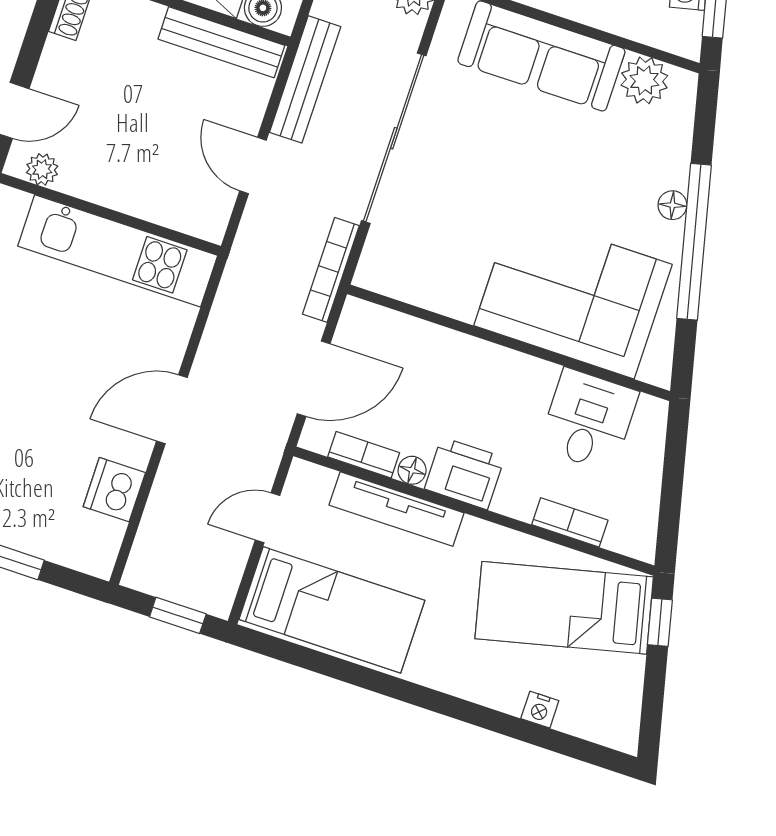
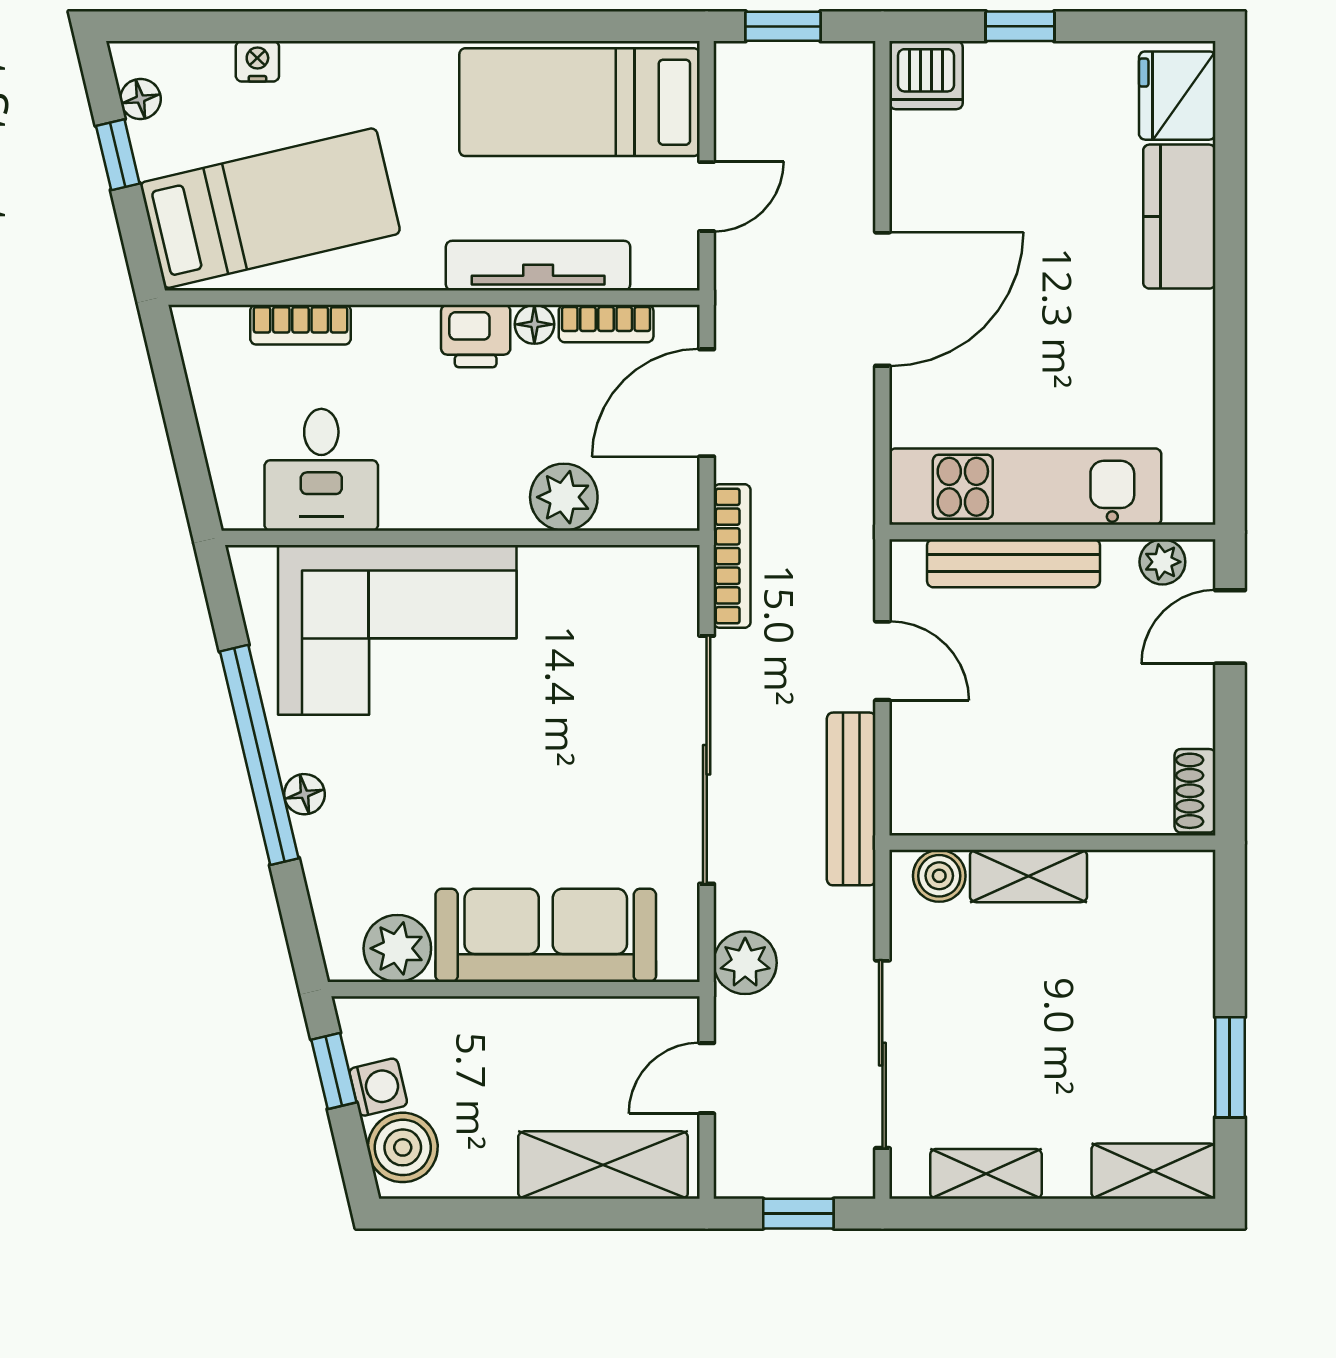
bench: (221, 42) -> (1014, 563), moved
plant: (431, 347) -> (564, 497), added
door: (172, 409) -> (882, 299), width x1.36
printer: (464, 473) -> (476, 336), width x0.73, depth x0.81
dishwasher: (114, 490) -> (926, 75), moved, turned 90
window: (660, 622) -> (118, 155), moved
floor lamp: (627, 710) -> (140, 99), added

